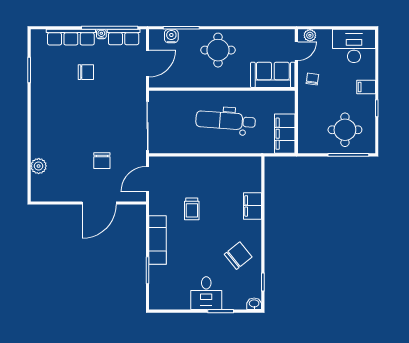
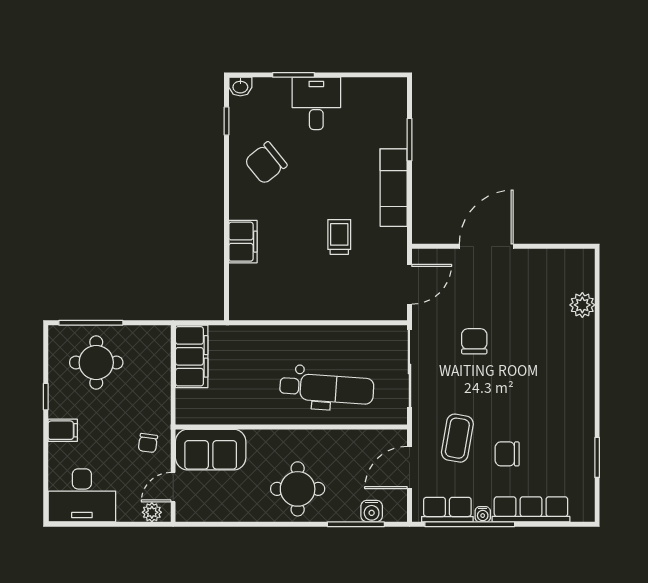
coffee table: (117, 82) -> (457, 438), added
dental chair: (226, 121) -> (327, 388), moved
chair: (102, 161) -> (474, 341), moved

